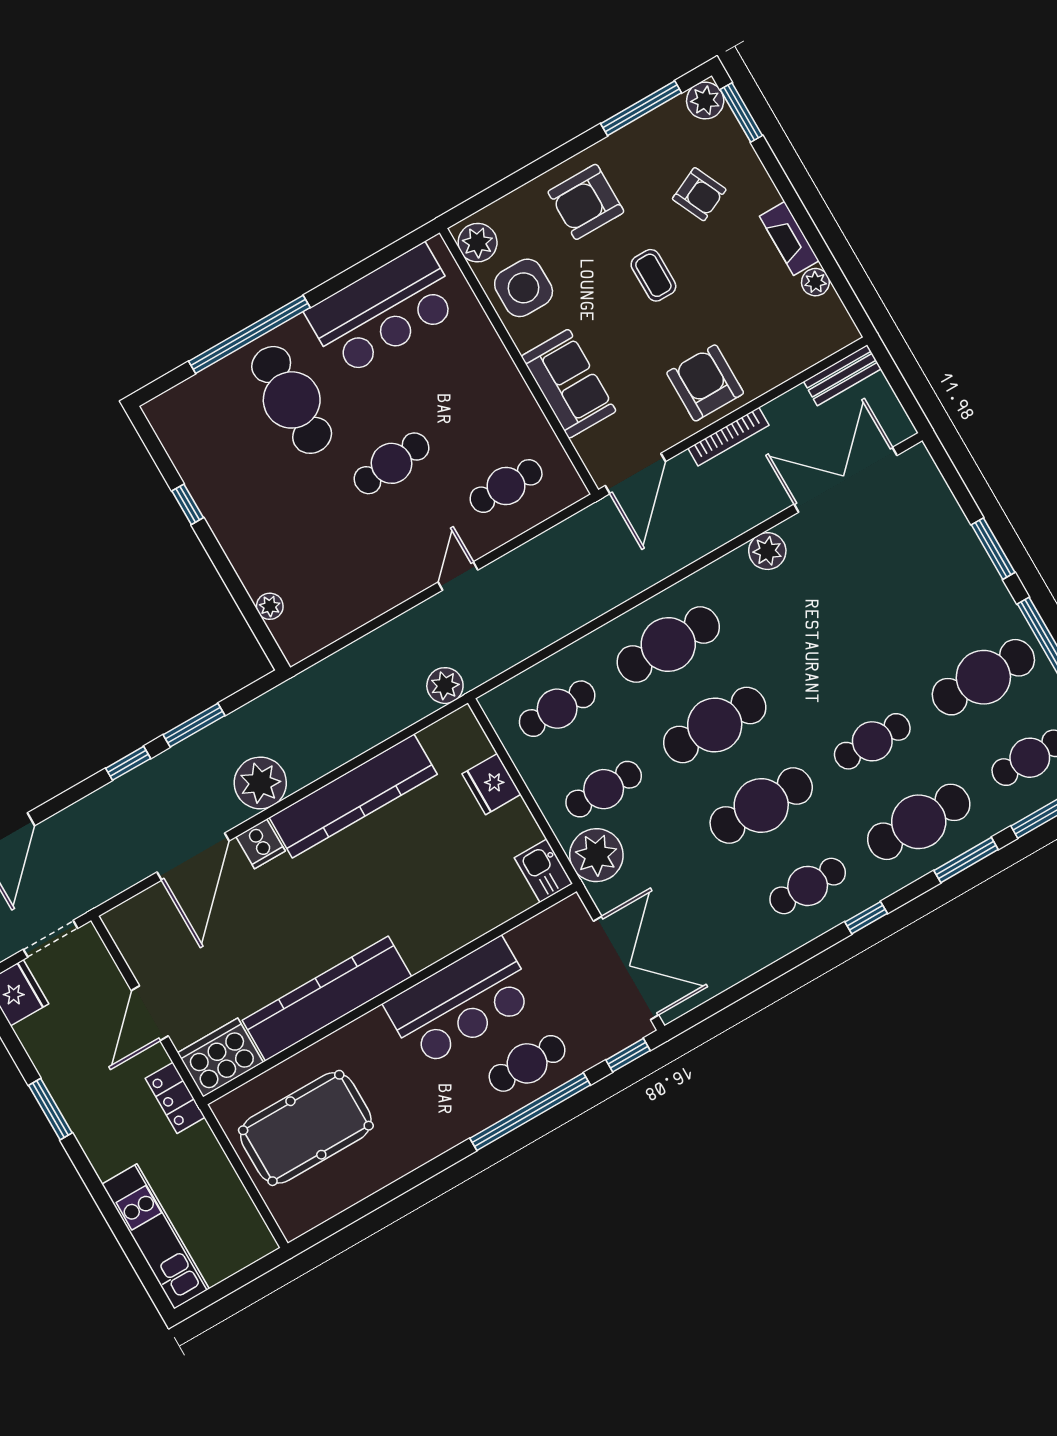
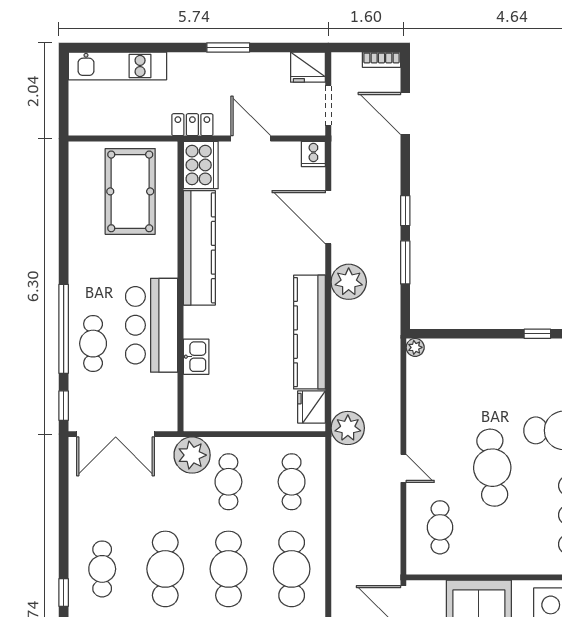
cafe table: (392, 463) -> (492, 468), width x1.37, depth x1.35
plant: (270, 606) -> (415, 347), moved
plant: (445, 686) -> (348, 428), width x1.36, depth x1.36
fridge: (491, 784) -> (312, 407), moved, turned -90
cooker: (261, 844) -> (313, 154), moved, turned -90
kitchen sink: (543, 871) -> (196, 357), moved, turned 90

